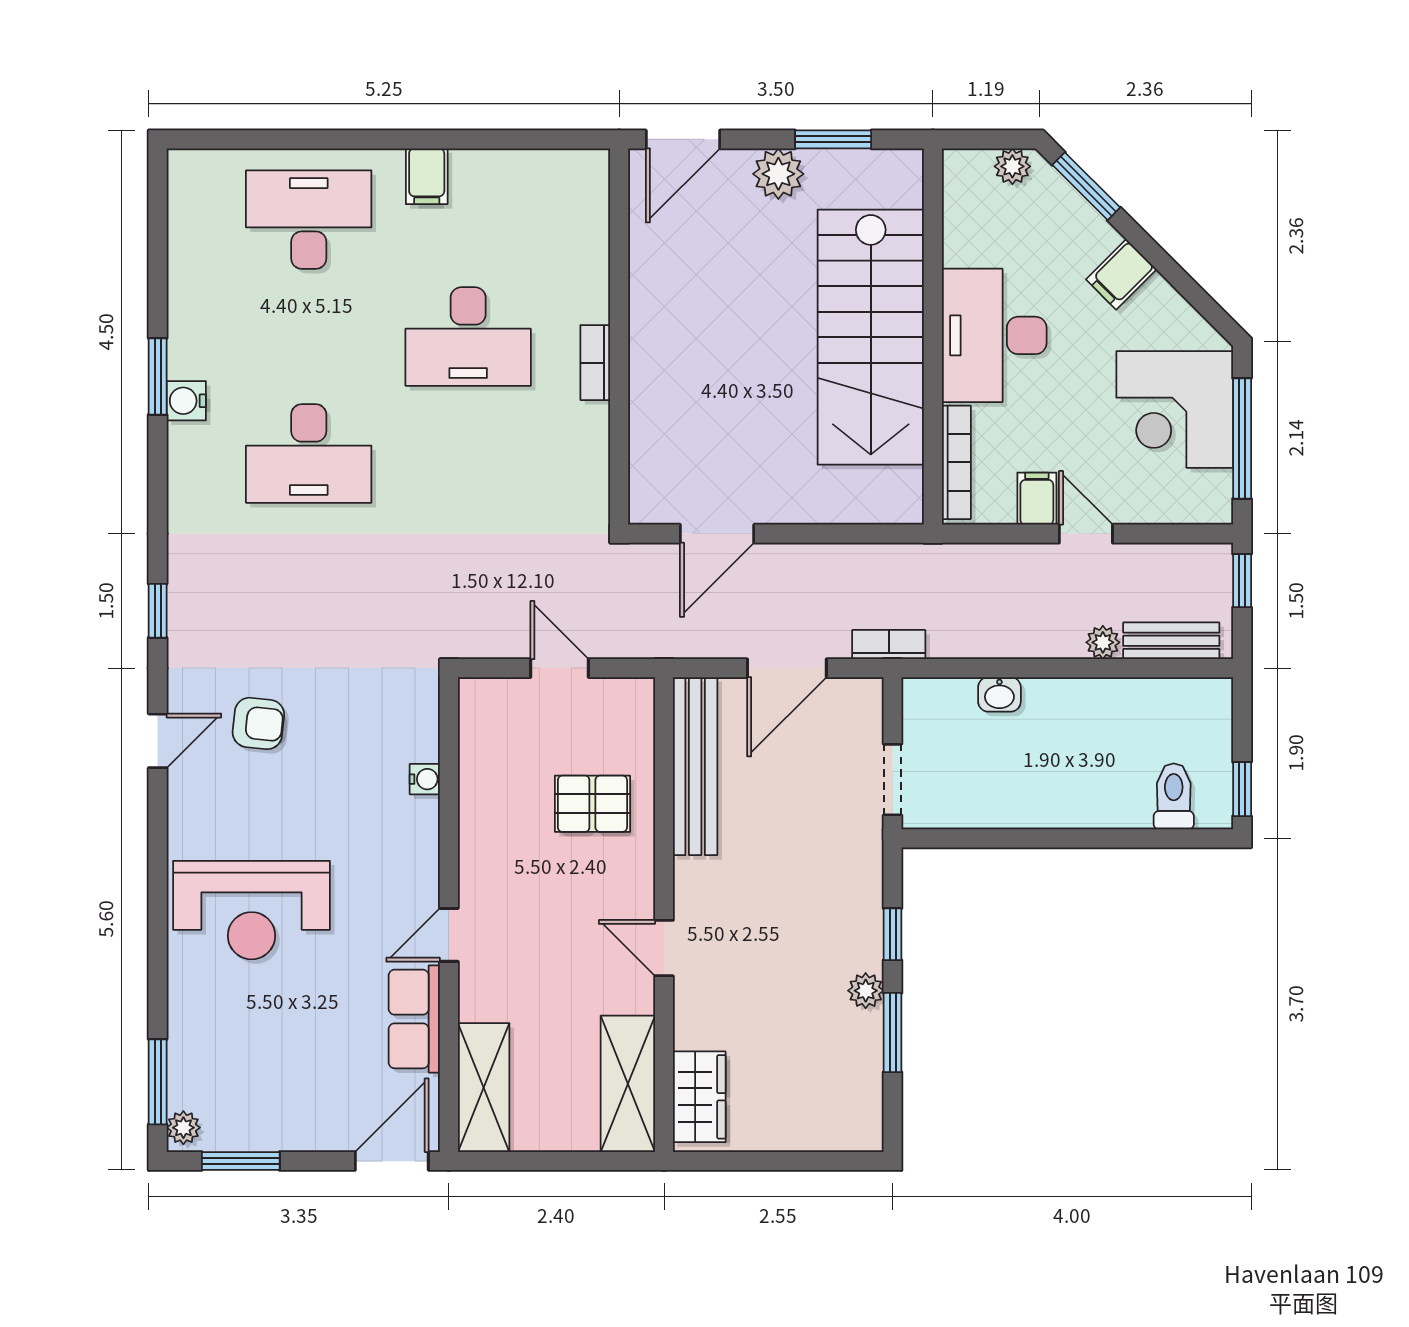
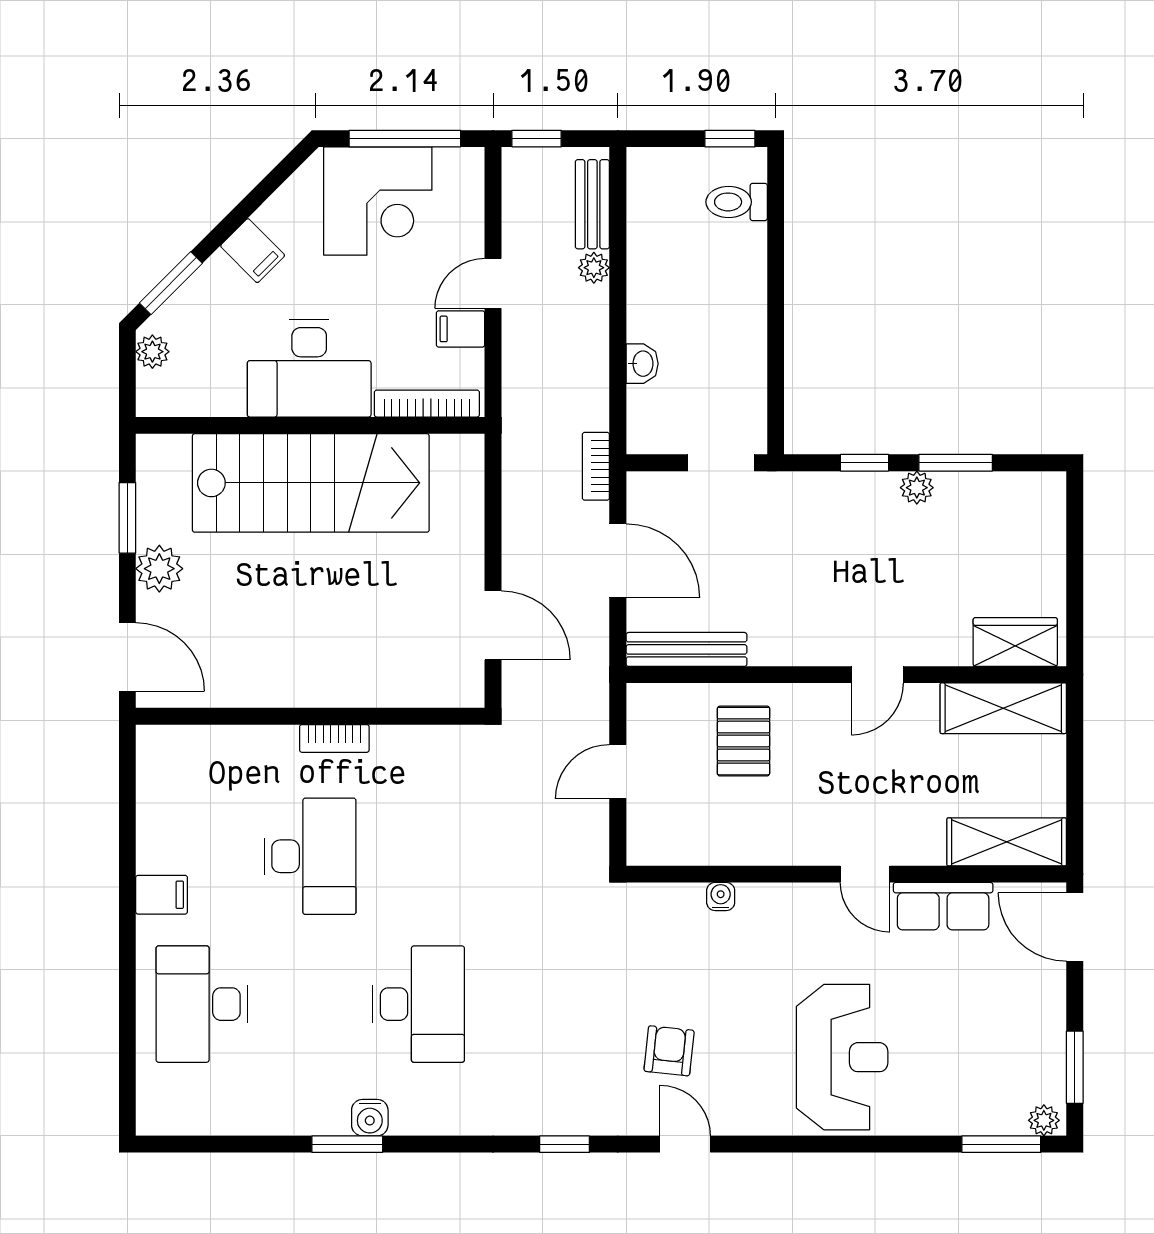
bench: (695, 766) -> (686, 649), width x0.73, depth x0.82

